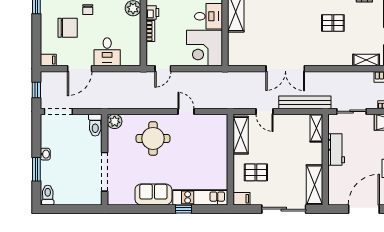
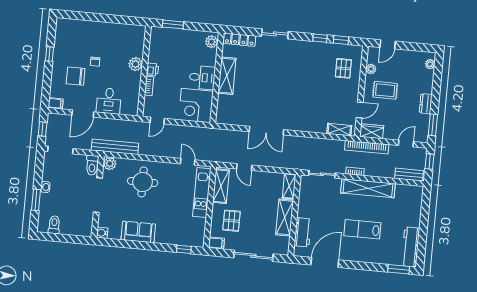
pallet: (333, 23) -> (313, 94), removed
chair: (68, 28) -> (76, 76), turned 180
bench: (305, 102) -> (115, 147), moved
door: (186, 111) -> (188, 162), moved
workbench: (336, 150) -> (303, 232), moved
doorway: (105, 172) -> (98, 195), moved
pallet: (256, 172) -> (232, 221), turned 90
shelving: (315, 185) -> (285, 217), moved
toilet: (48, 195) -> (54, 225), moved
kitchen unit: (200, 197) -> (202, 193), moved, turned -90
water cooler: (113, 199) -> (102, 233), added
window: (183, 209) -> (184, 249), moved

